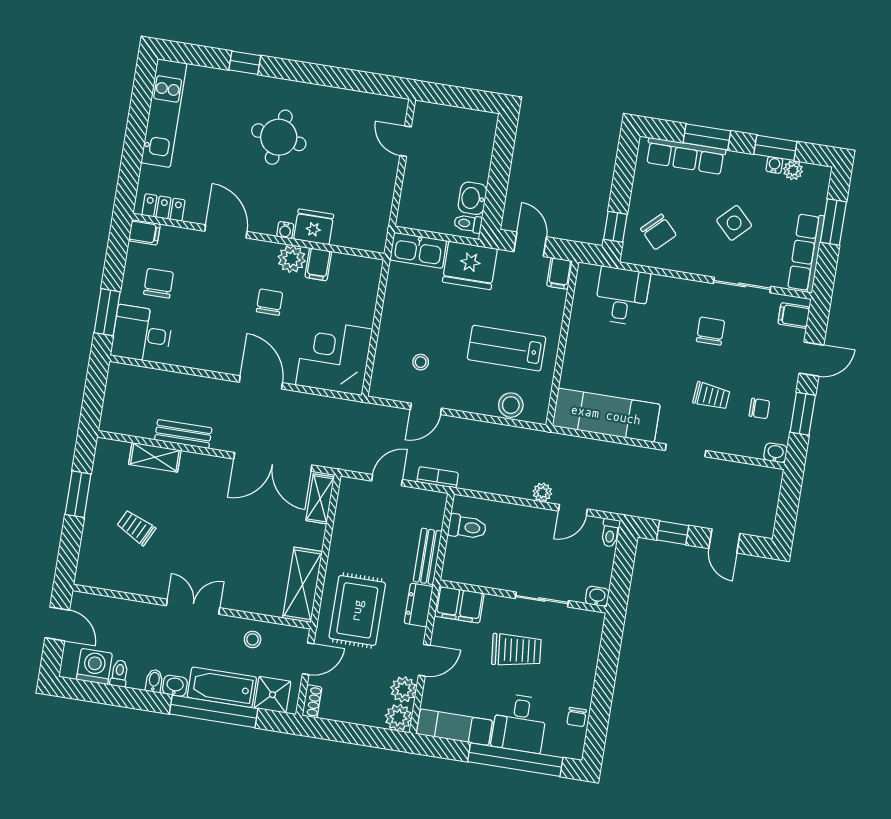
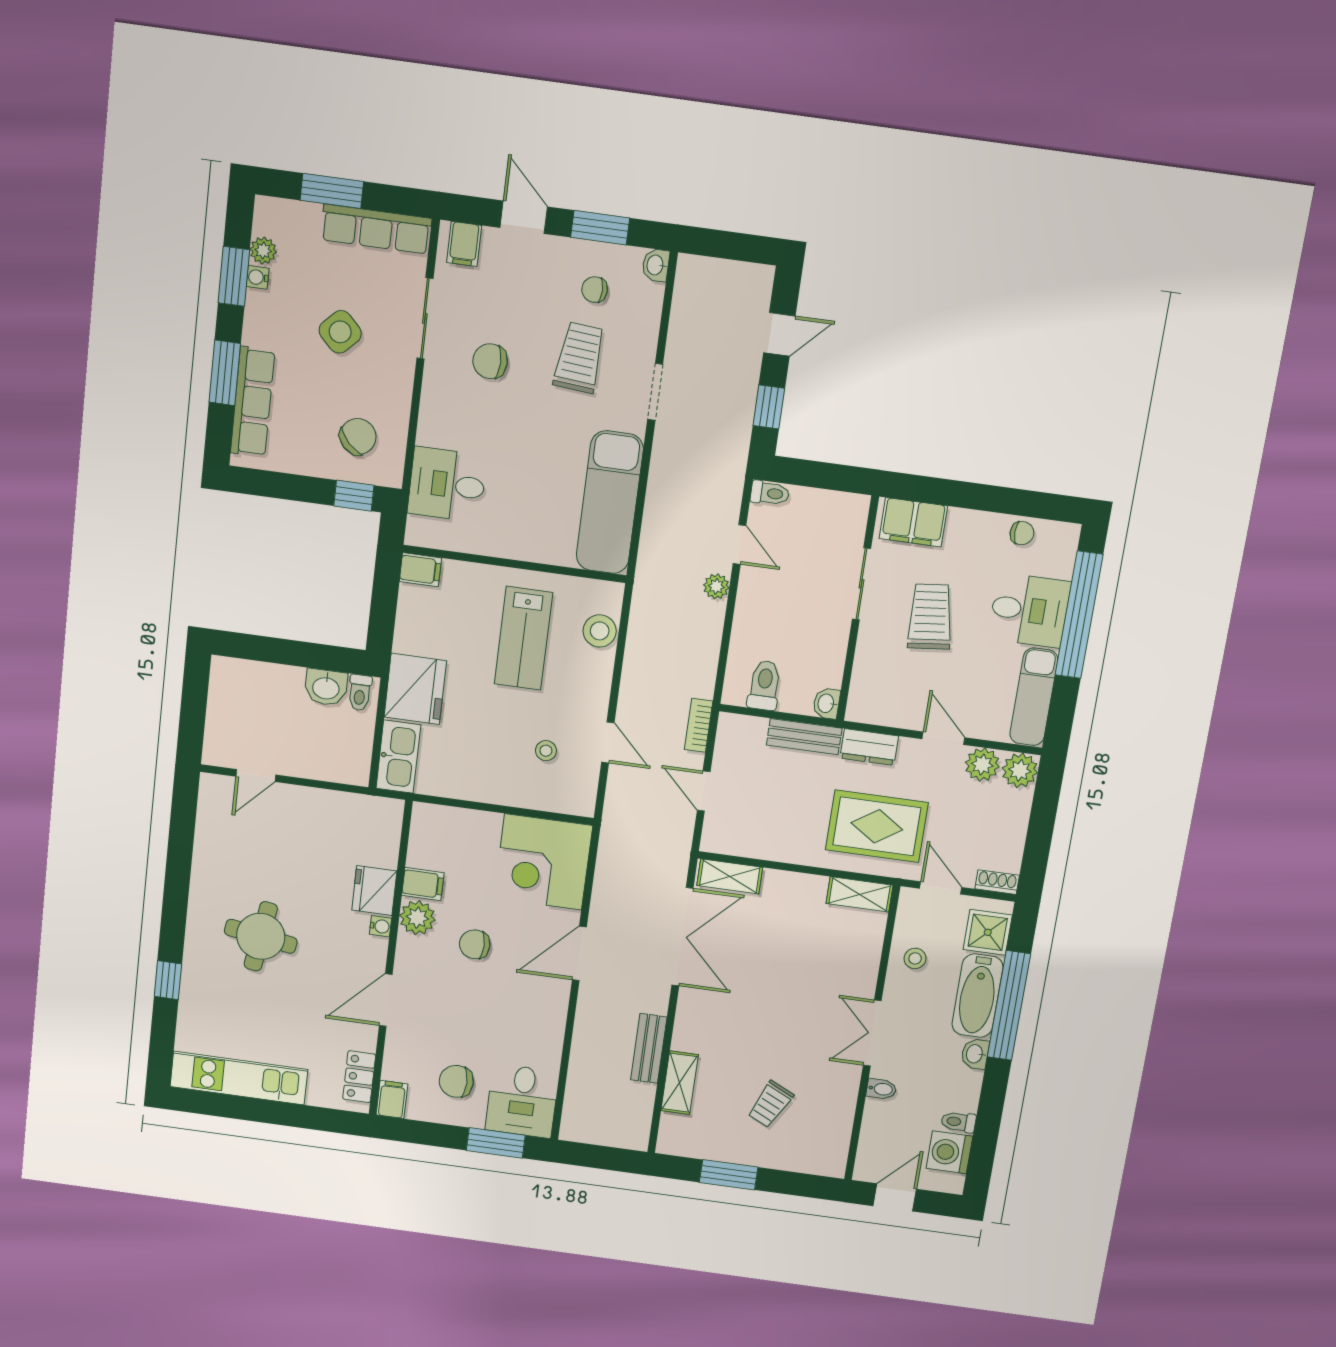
door: (530, 244) -> (383, 610), removed
trolley: (711, 396) -> (579, 358), width x1.36, depth x1.39
chair: (759, 408) -> (595, 290), turned -90
shelving: (302, 585) -> (859, 894), width x0.67, depth x0.75
washbasin: (597, 596) -> (826, 703), moved
filing cabinet: (459, 605) -> (913, 522), moved, turned 90
bidet: (154, 681) -> (881, 1089), moved, turned 180

